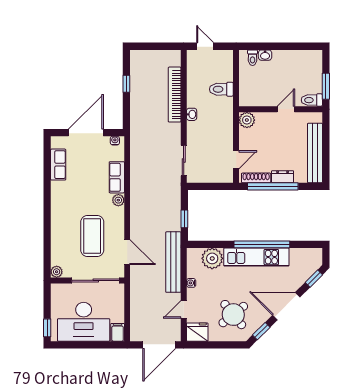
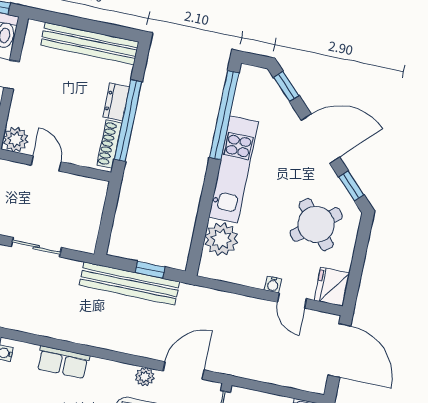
door: (236, 160) -> (46, 163), moved
sliding door: (184, 161) -> (36, 247), moved
plant: (118, 200) -> (145, 377), moved
window: (262, 244) -> (224, 115), moved
bench: (173, 262) -> (129, 284), moved
water cooler: (191, 283) -> (273, 284), moved
door: (286, 306) -> (320, 139), swing flipped

